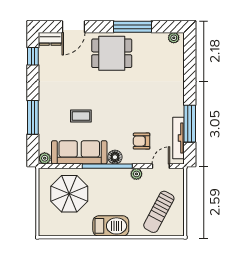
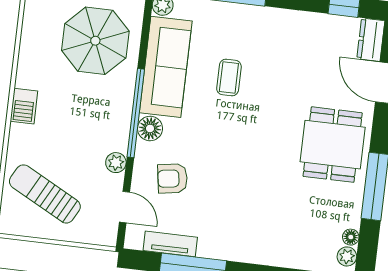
floor lamp: (163, 37) -> (351, 237), added
tv unit: (178, 138) -> (170, 244), width x0.71
armchair: (142, 141) -> (172, 178), turned -99
barbecue: (111, 226) -> (24, 106), width x0.53, depth x0.65

